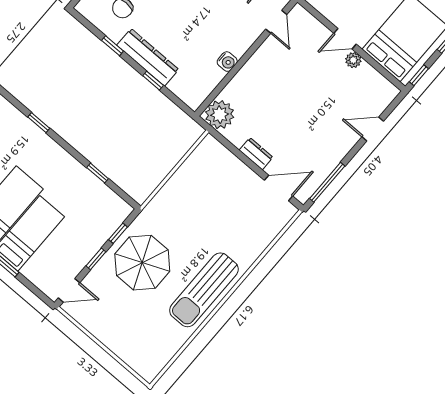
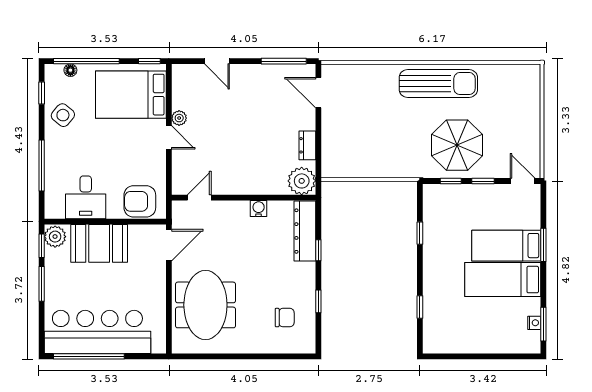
dresser: (148, 57) -> (305, 231), moved
dresser: (256, 154) -> (307, 145), moved

